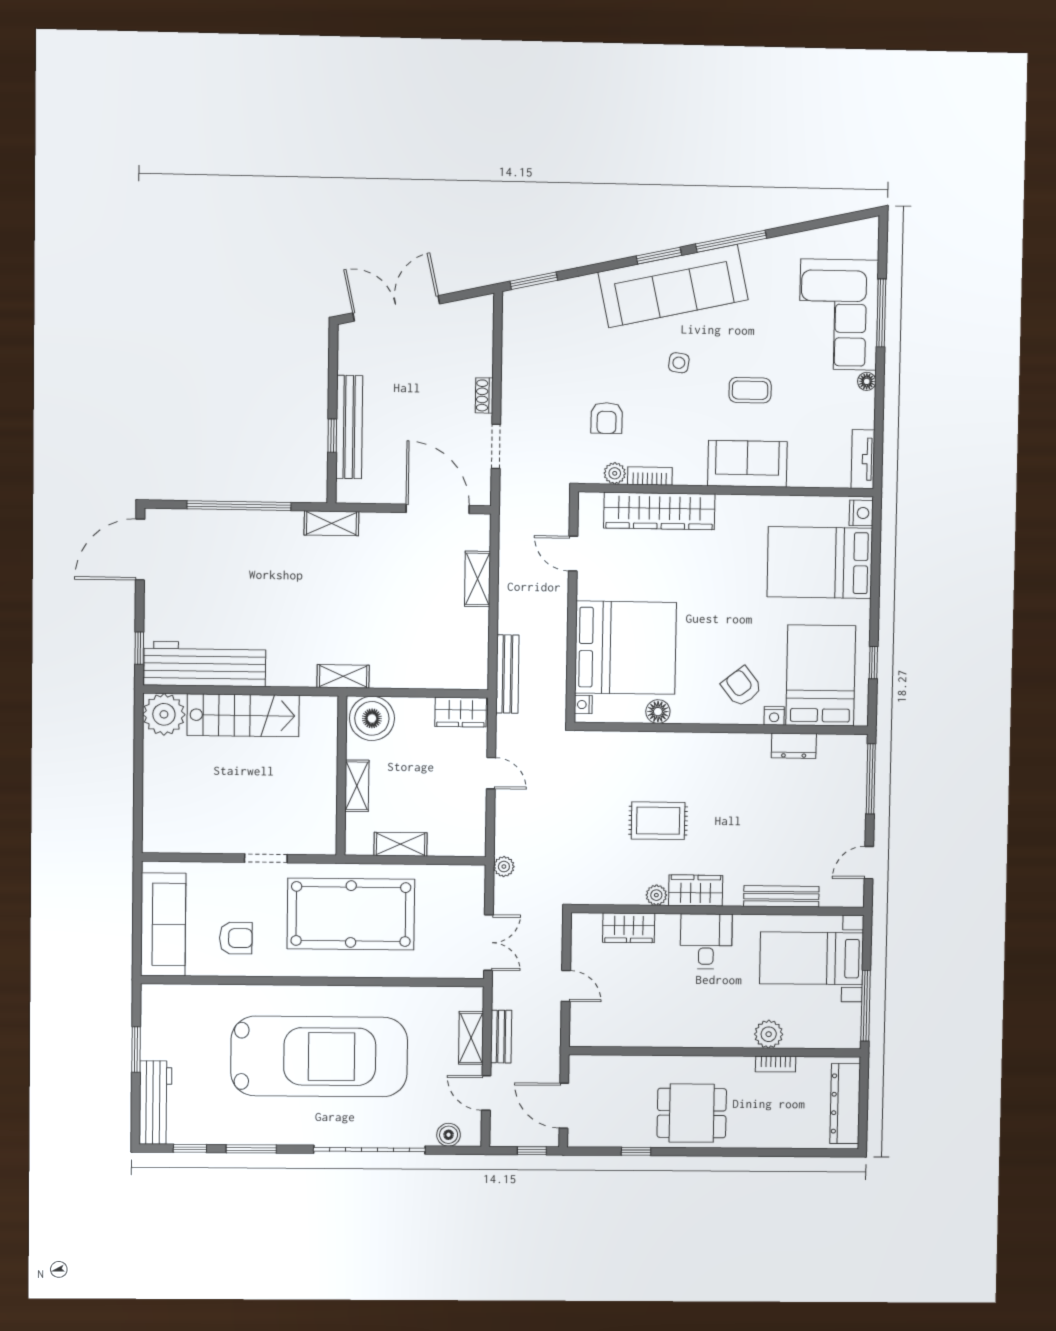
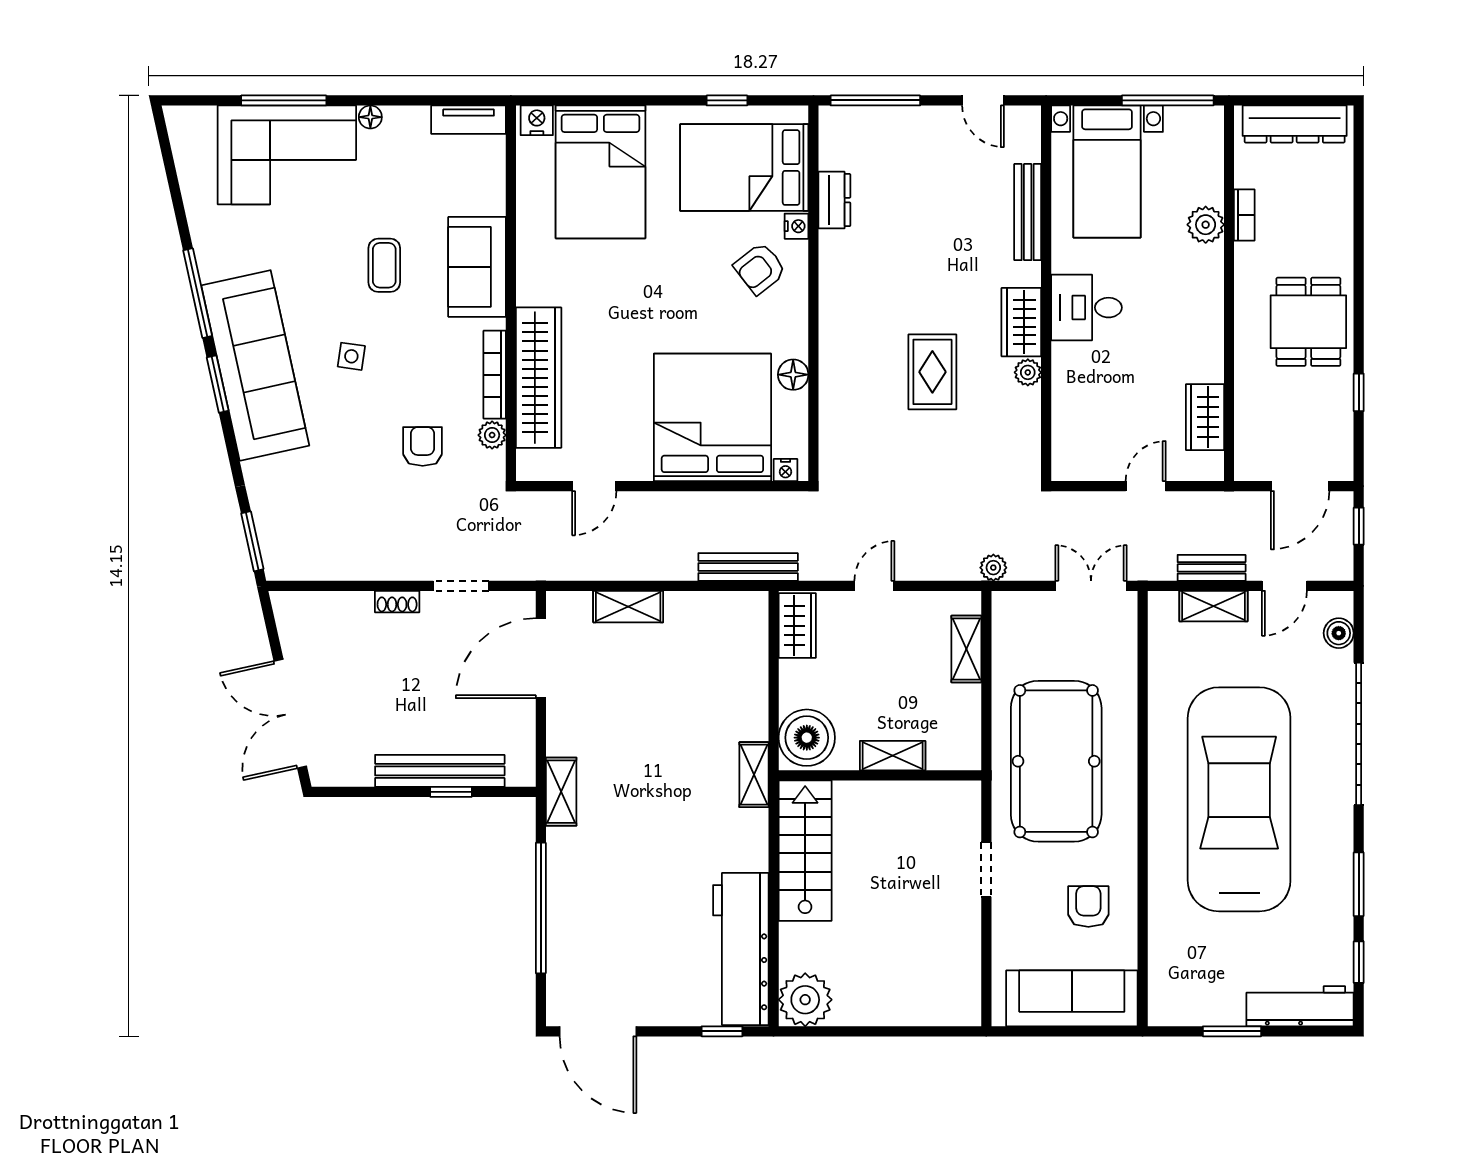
armchair: (607, 418) -> (423, 446), turned -90
bookcase: (650, 476) -> (495, 375), width x1.56
stairs: (243, 715) -> (805, 851), moved
shelving: (401, 844) -> (966, 649), moved
wardrobe: (629, 928) -> (1205, 417), moved, turned 180

